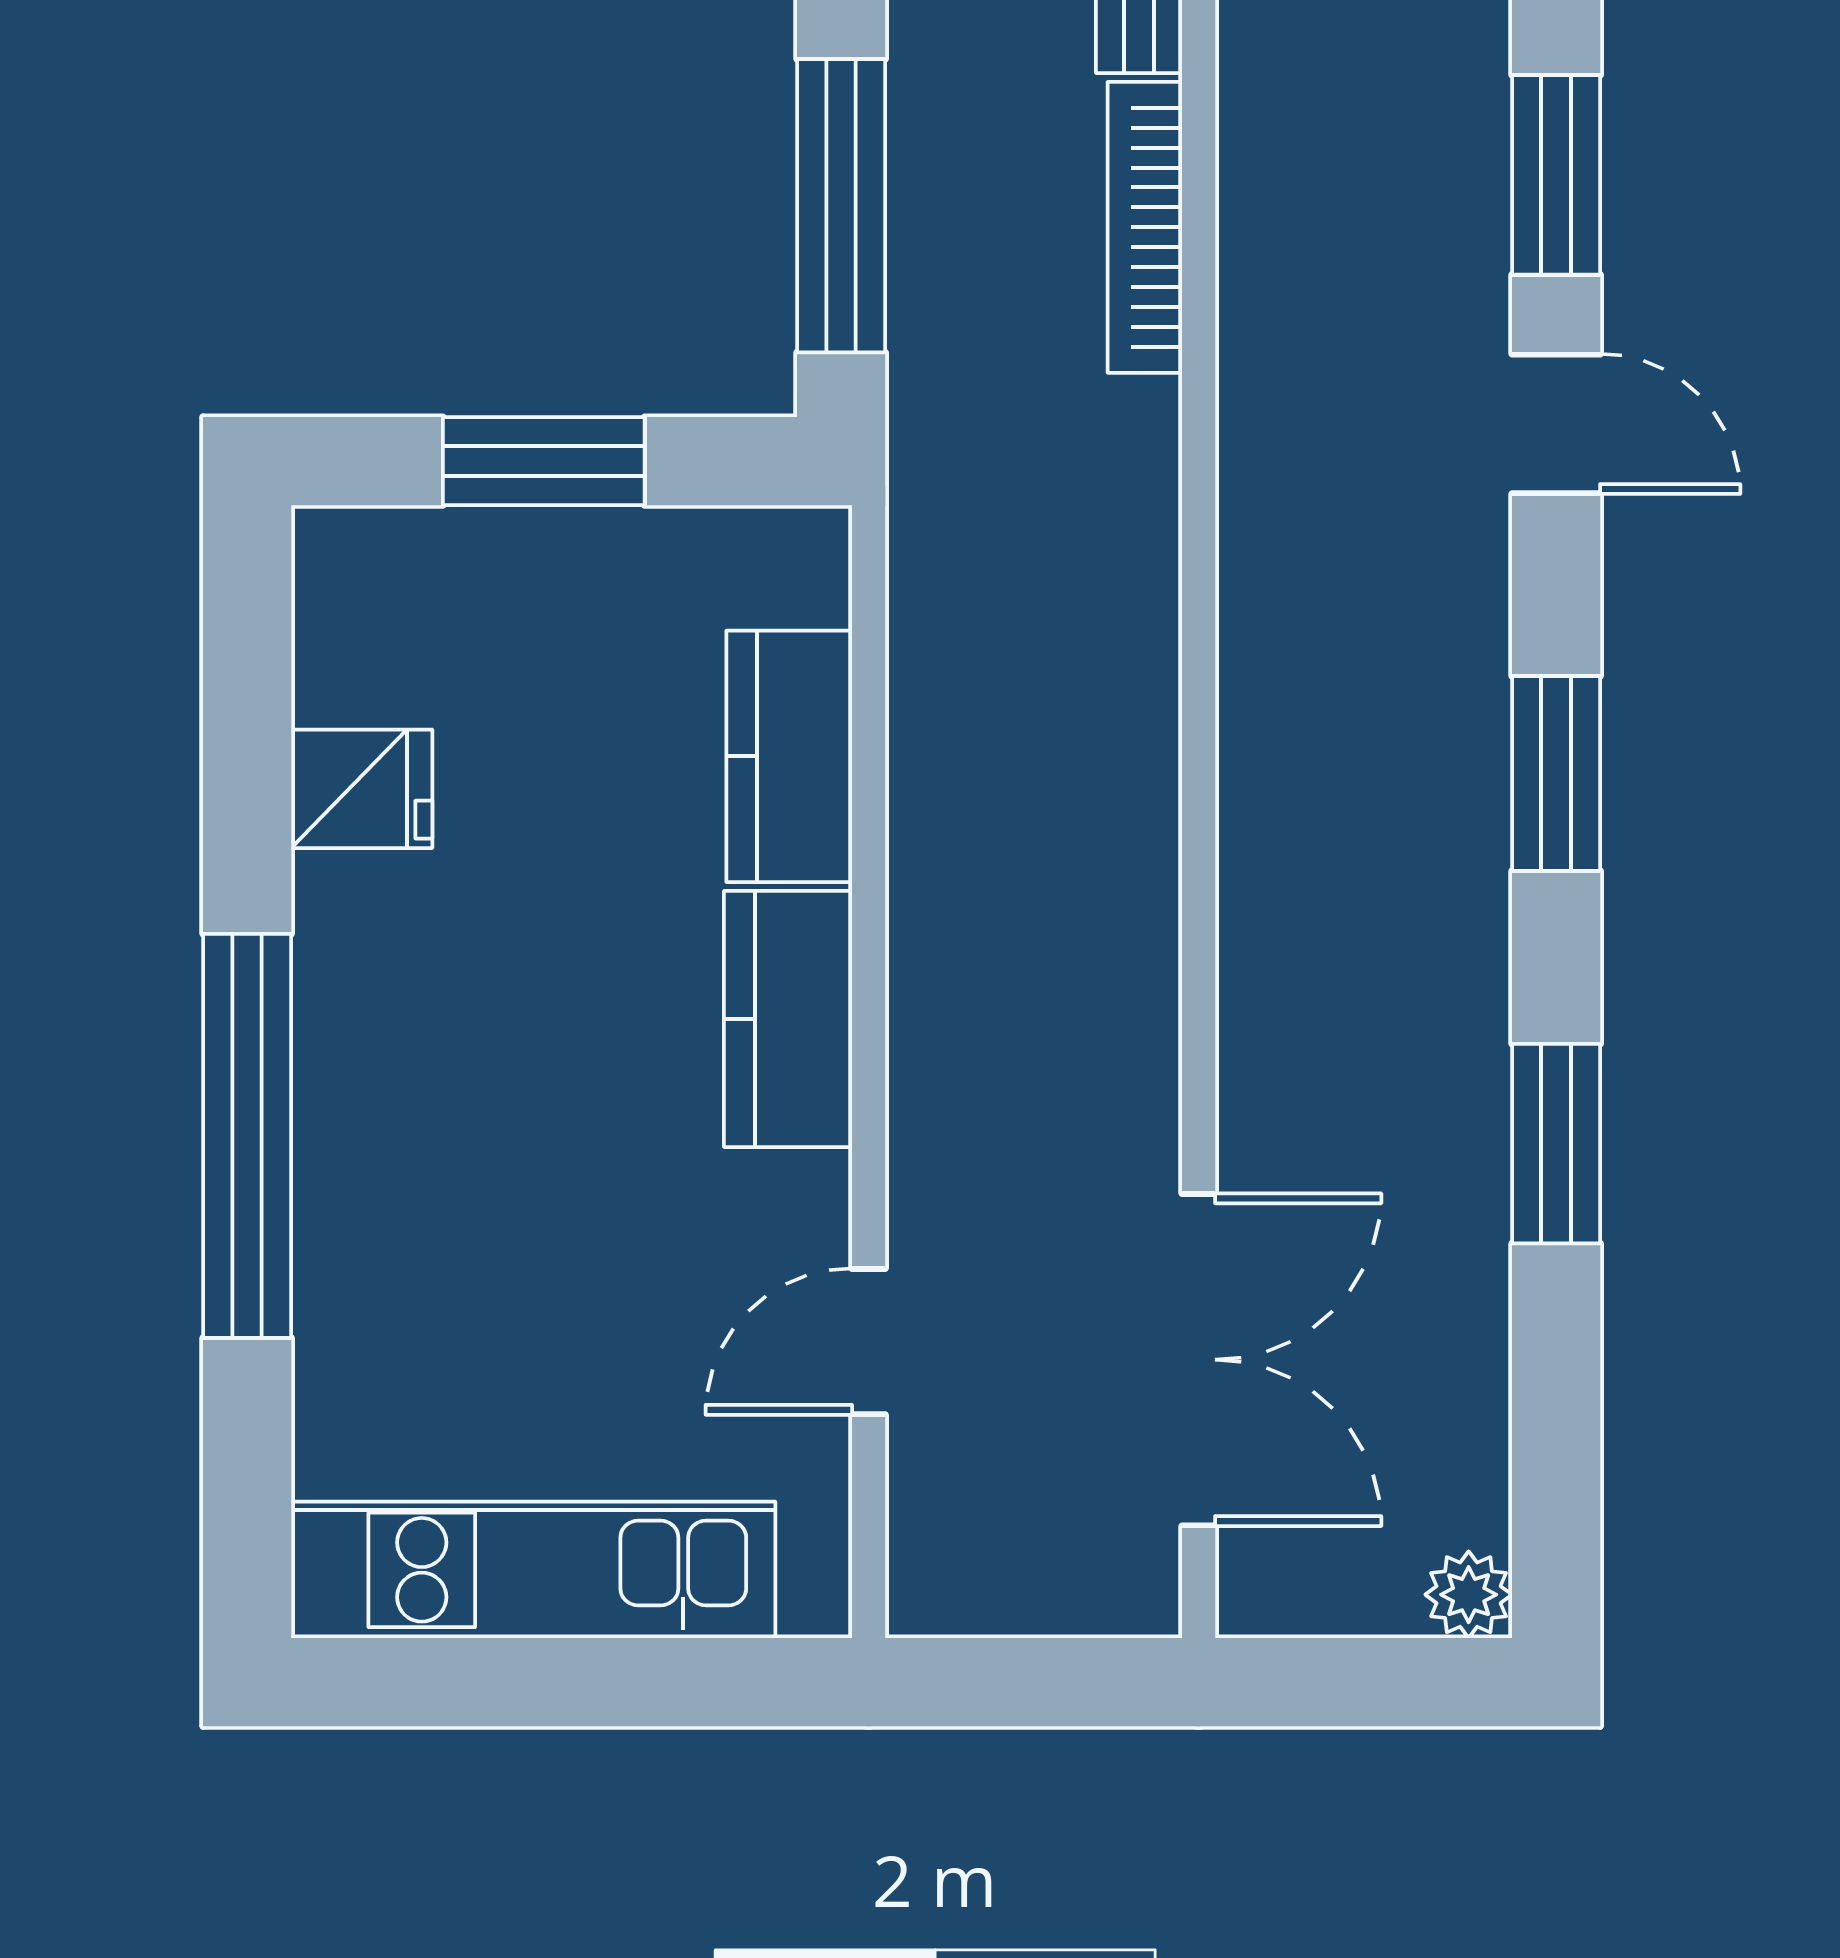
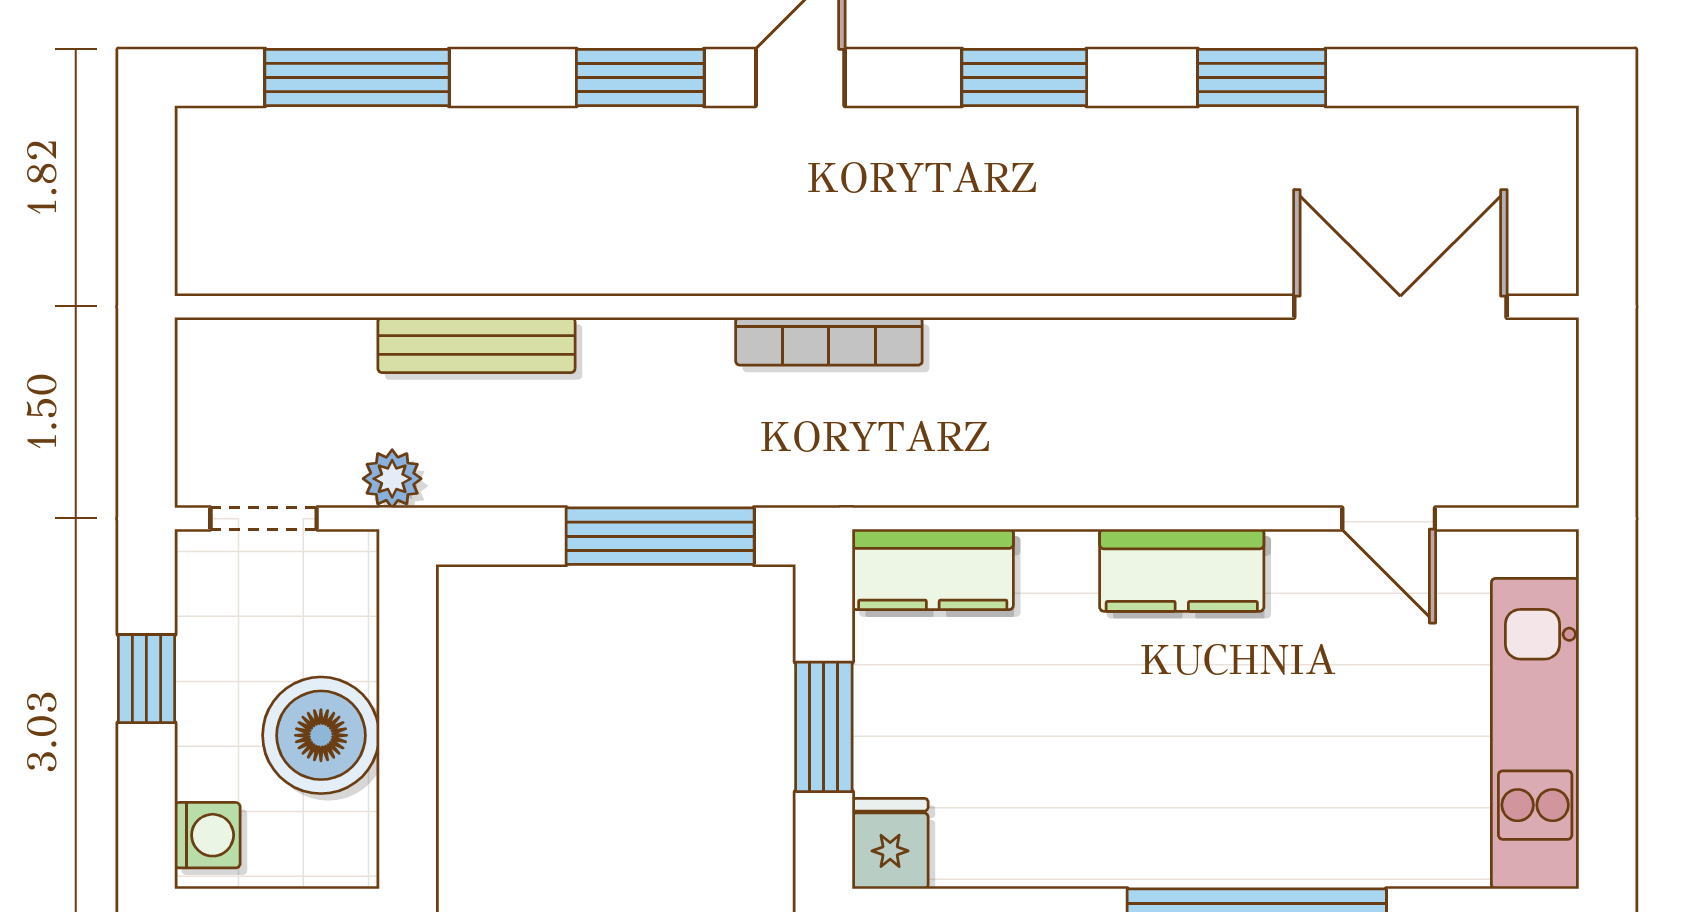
bookcase: (1145, 227) -> (829, 341), moved
kitchen counter: (789, 756) -> (933, 569), moved
fridge: (362, 789) -> (890, 844), moved
plant: (1469, 1595) -> (1551, 134), removed

